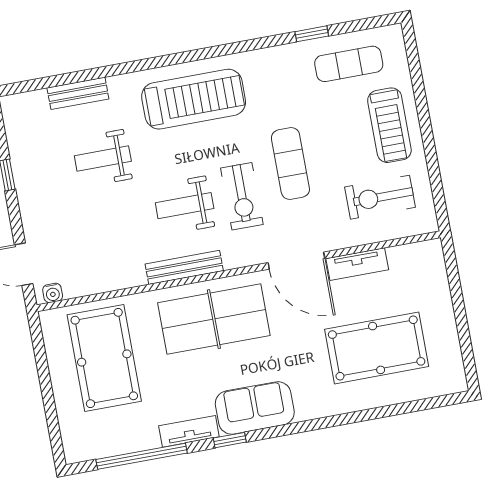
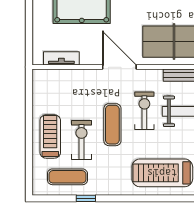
exercise bike: (380, 197) -> (81, 140), moved, turned -90
tv unit: (357, 264) -> (61, 58), moved

